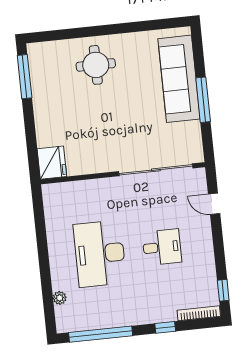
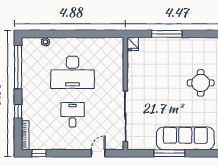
window: (25, 77) -> (167, 34), moved
fridge: (52, 163) -> (133, 44), width x0.53, depth x0.75
desk: (162, 247) -> (73, 115), turned 180
desk: (100, 254) -> (73, 72), turned 180

